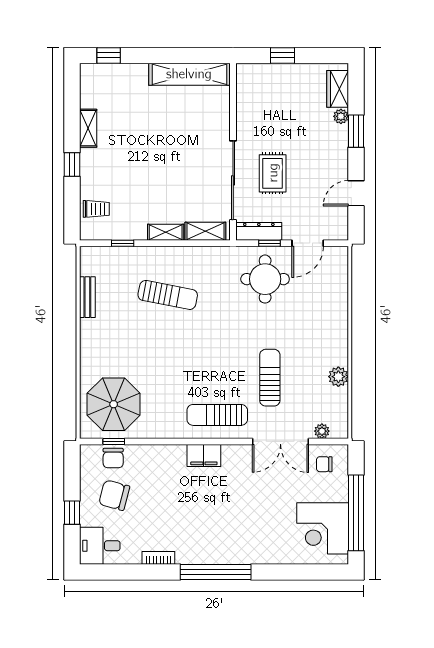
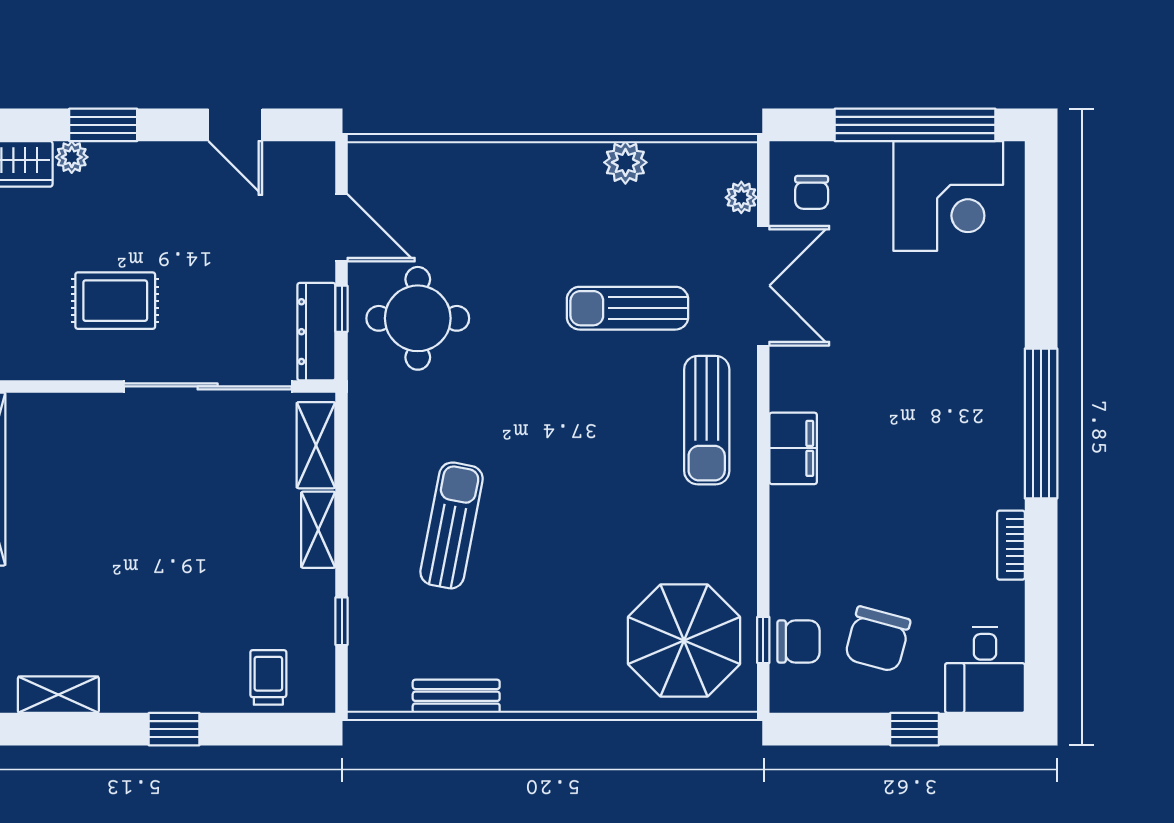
shelving: (88, 128) -> (58, 695), moved
rug: (273, 173) -> (115, 301), moved

